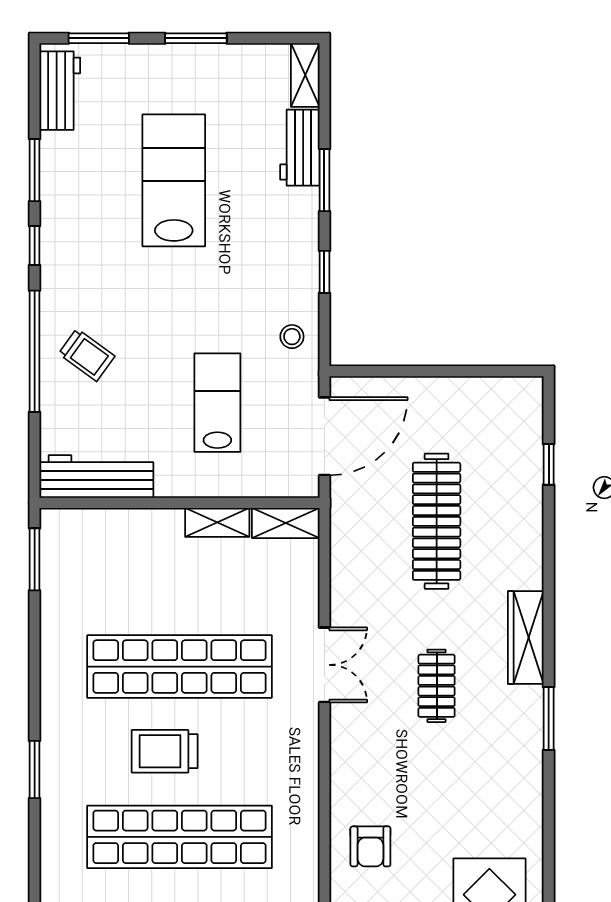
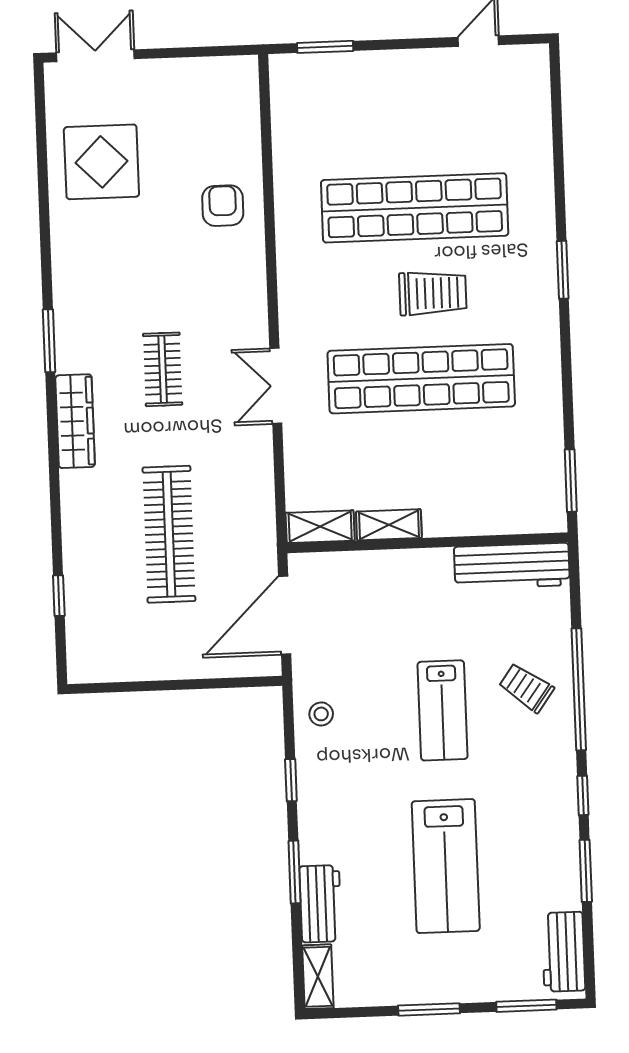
lab bench: (217, 403) -> (443, 710), moved

